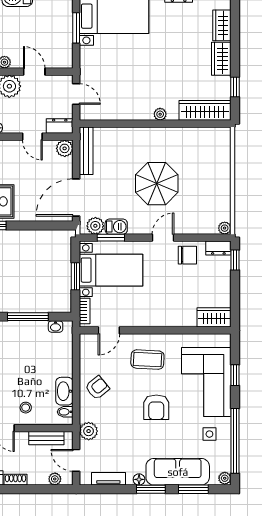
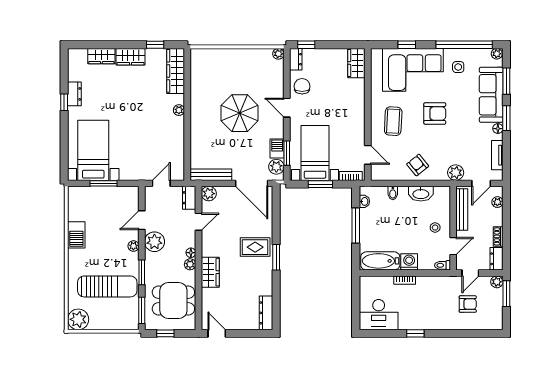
bidet: (65, 412) -> (393, 193), moved
bench: (46, 438) -> (462, 209), width x1.36

